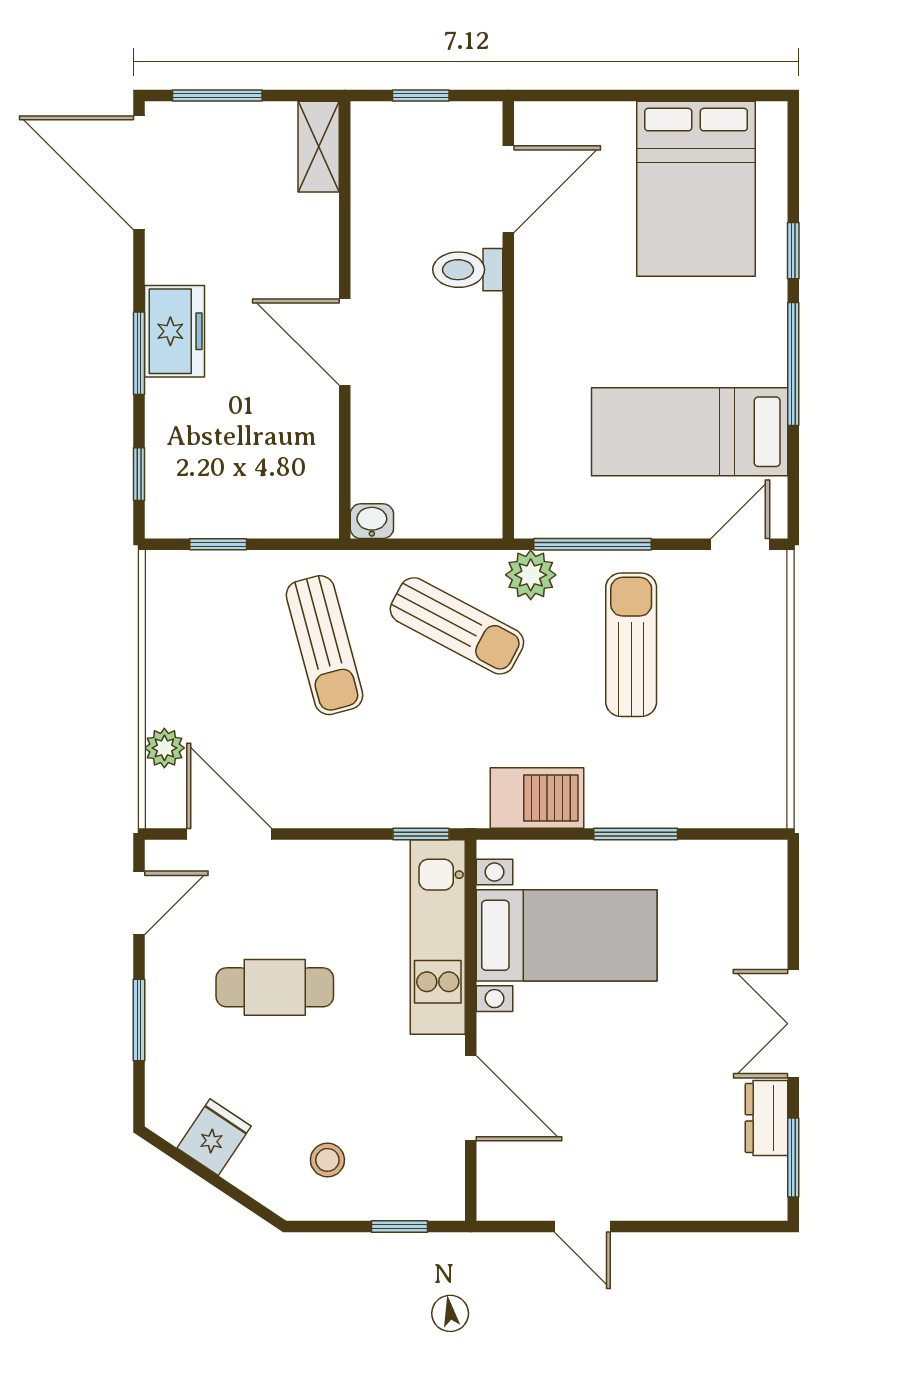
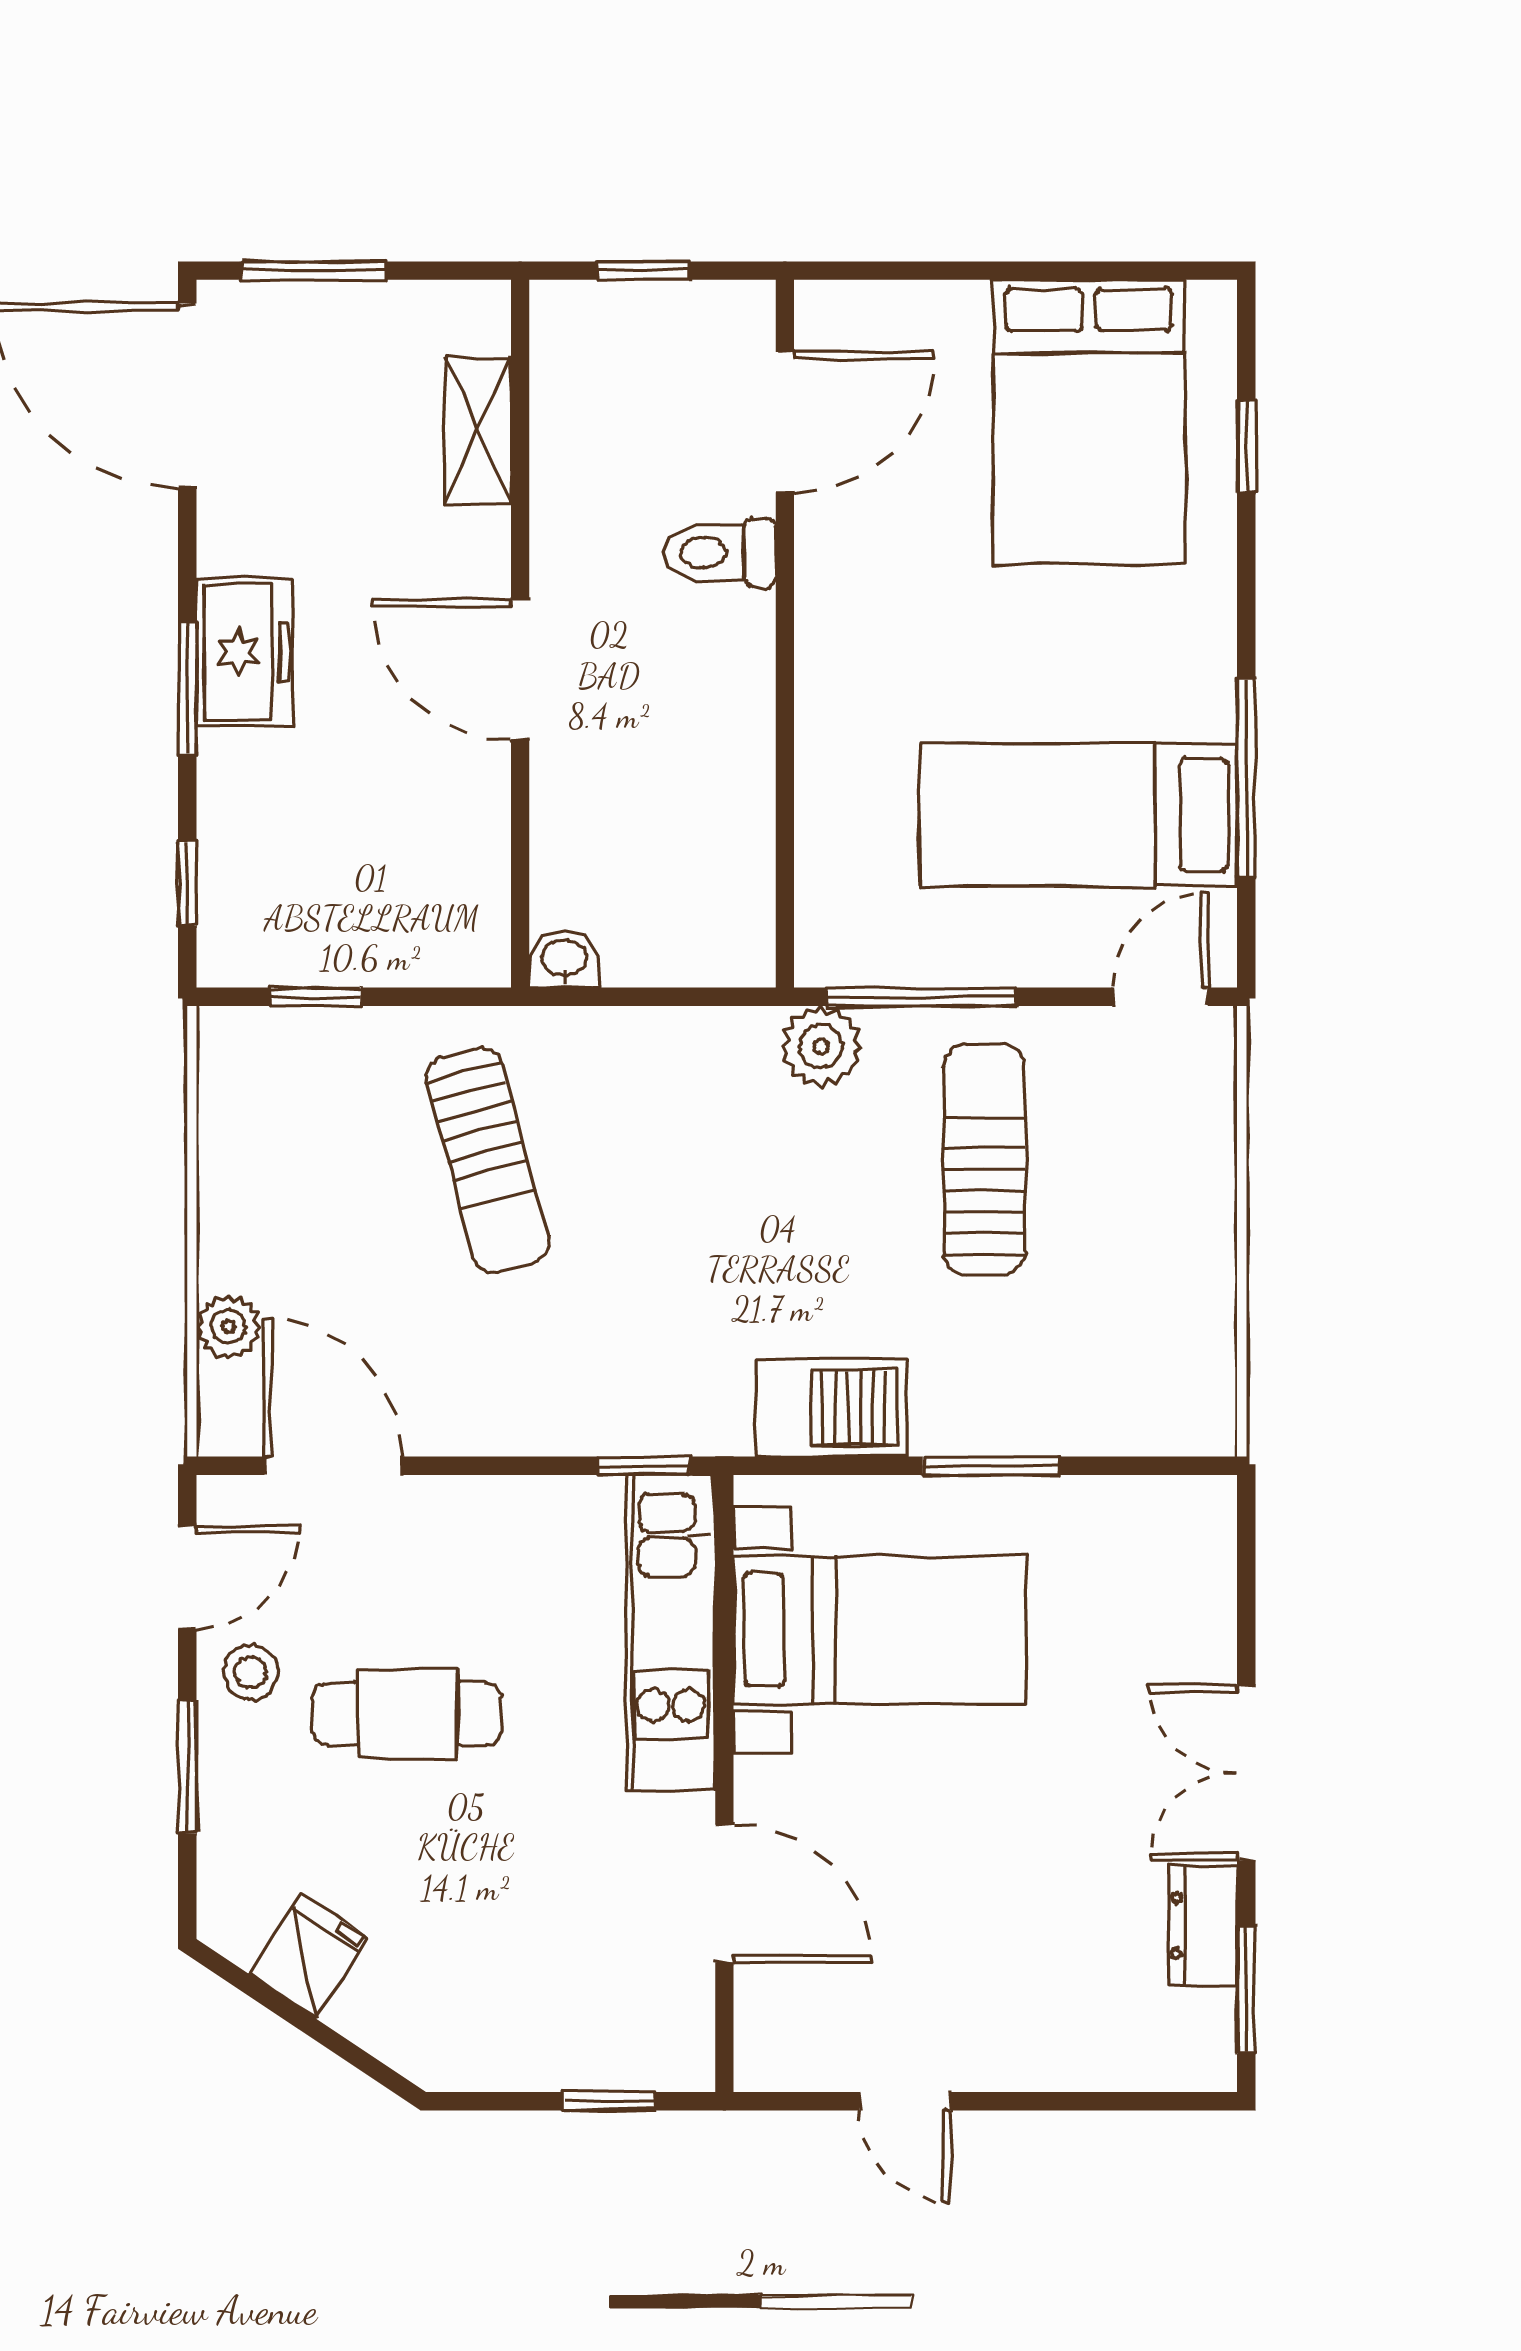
shelving: (319, 147) -> (478, 430), moved
window: (793, 251) -> (1246, 446), moved
window: (793, 364) -> (1246, 778), moved
sun lounger: (457, 626) -> (702, 1129), removed
stool: (327, 1160) -> (251, 1672), moved

